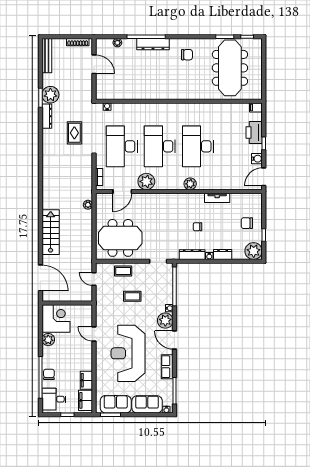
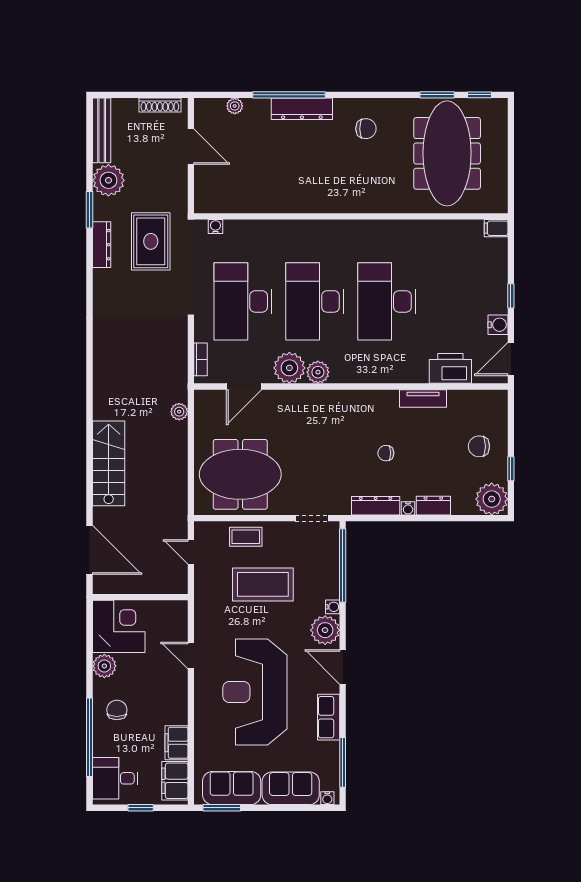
plant: (50, 95) -> (108, 180), moved
rug: (74, 133) -> (151, 241), moved, width x1.36, depth x1.43
printer: (254, 133) -> (450, 368), moved, turned 90
plant: (190, 184) -> (318, 372), moved
coffee table: (132, 296) -> (263, 584), width x1.86, depth x1.72
chair: (49, 374) -> (117, 710), moved

